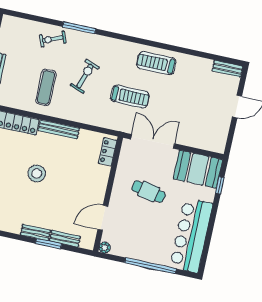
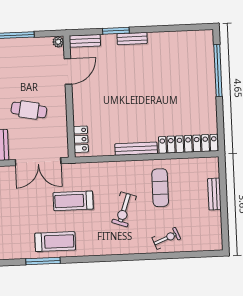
window: (79, 28) -> (43, 261), moved
stool: (37, 173) -> (147, 98), removed
bench: (65, 239) -> (85, 41), moved

